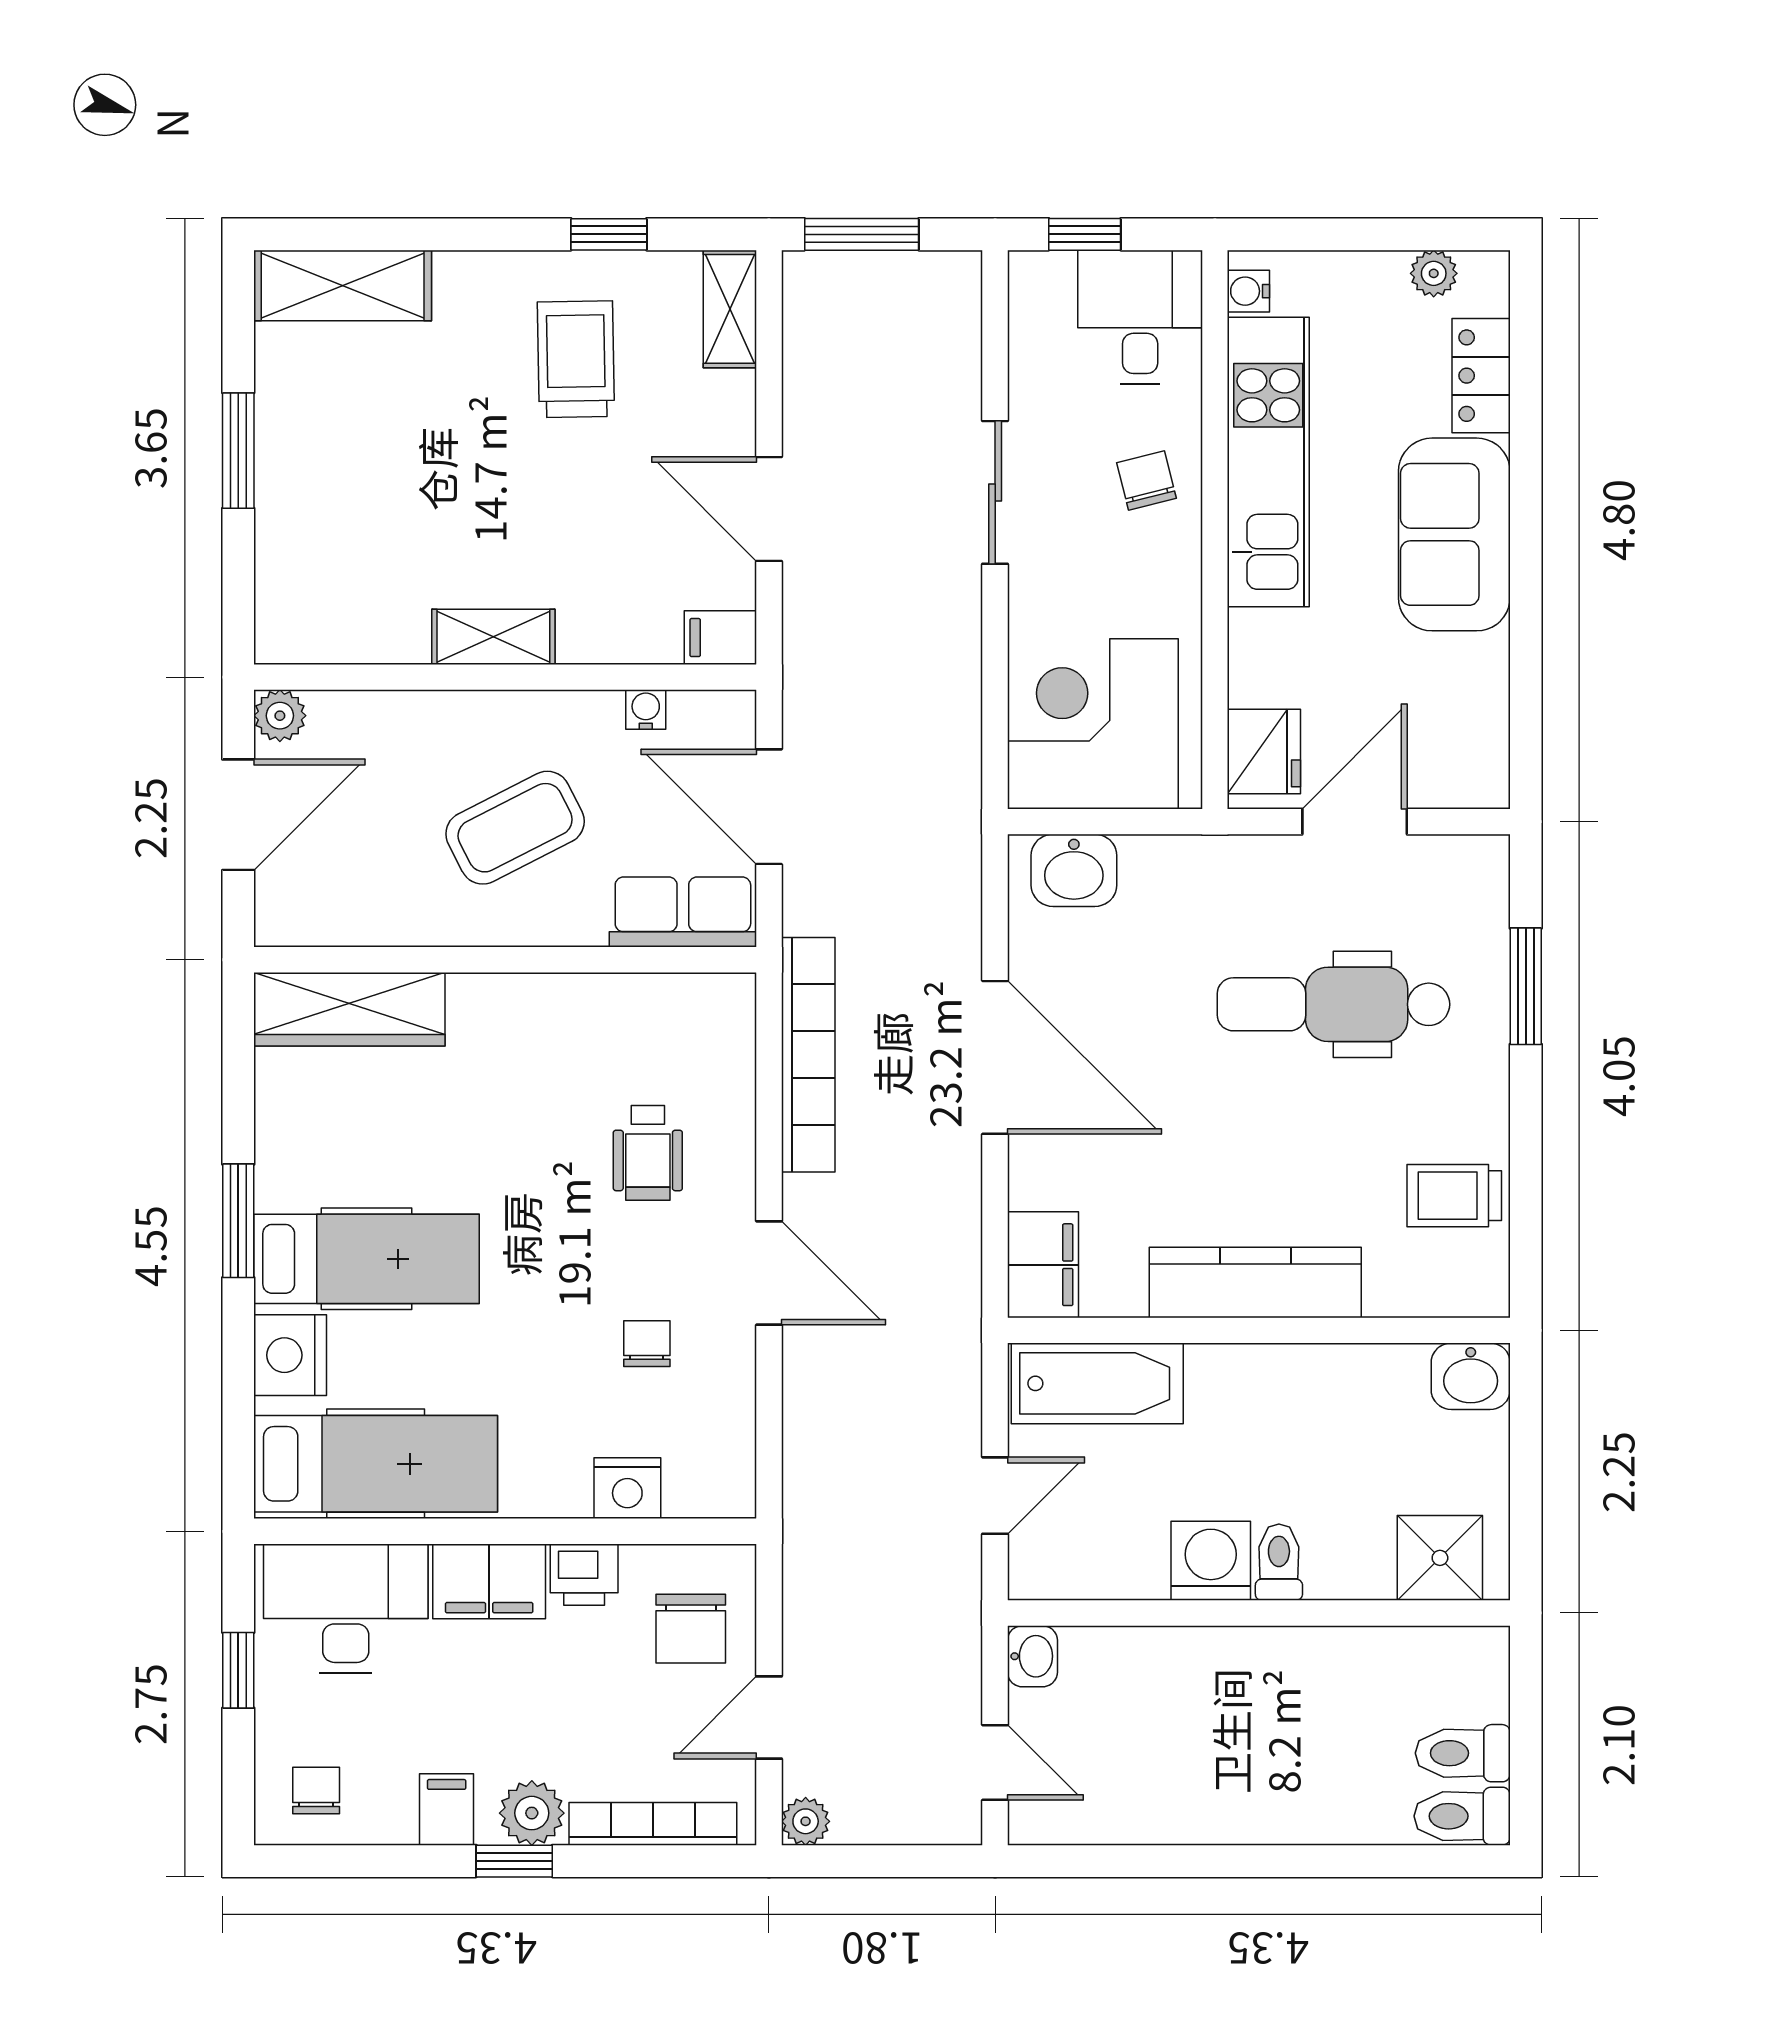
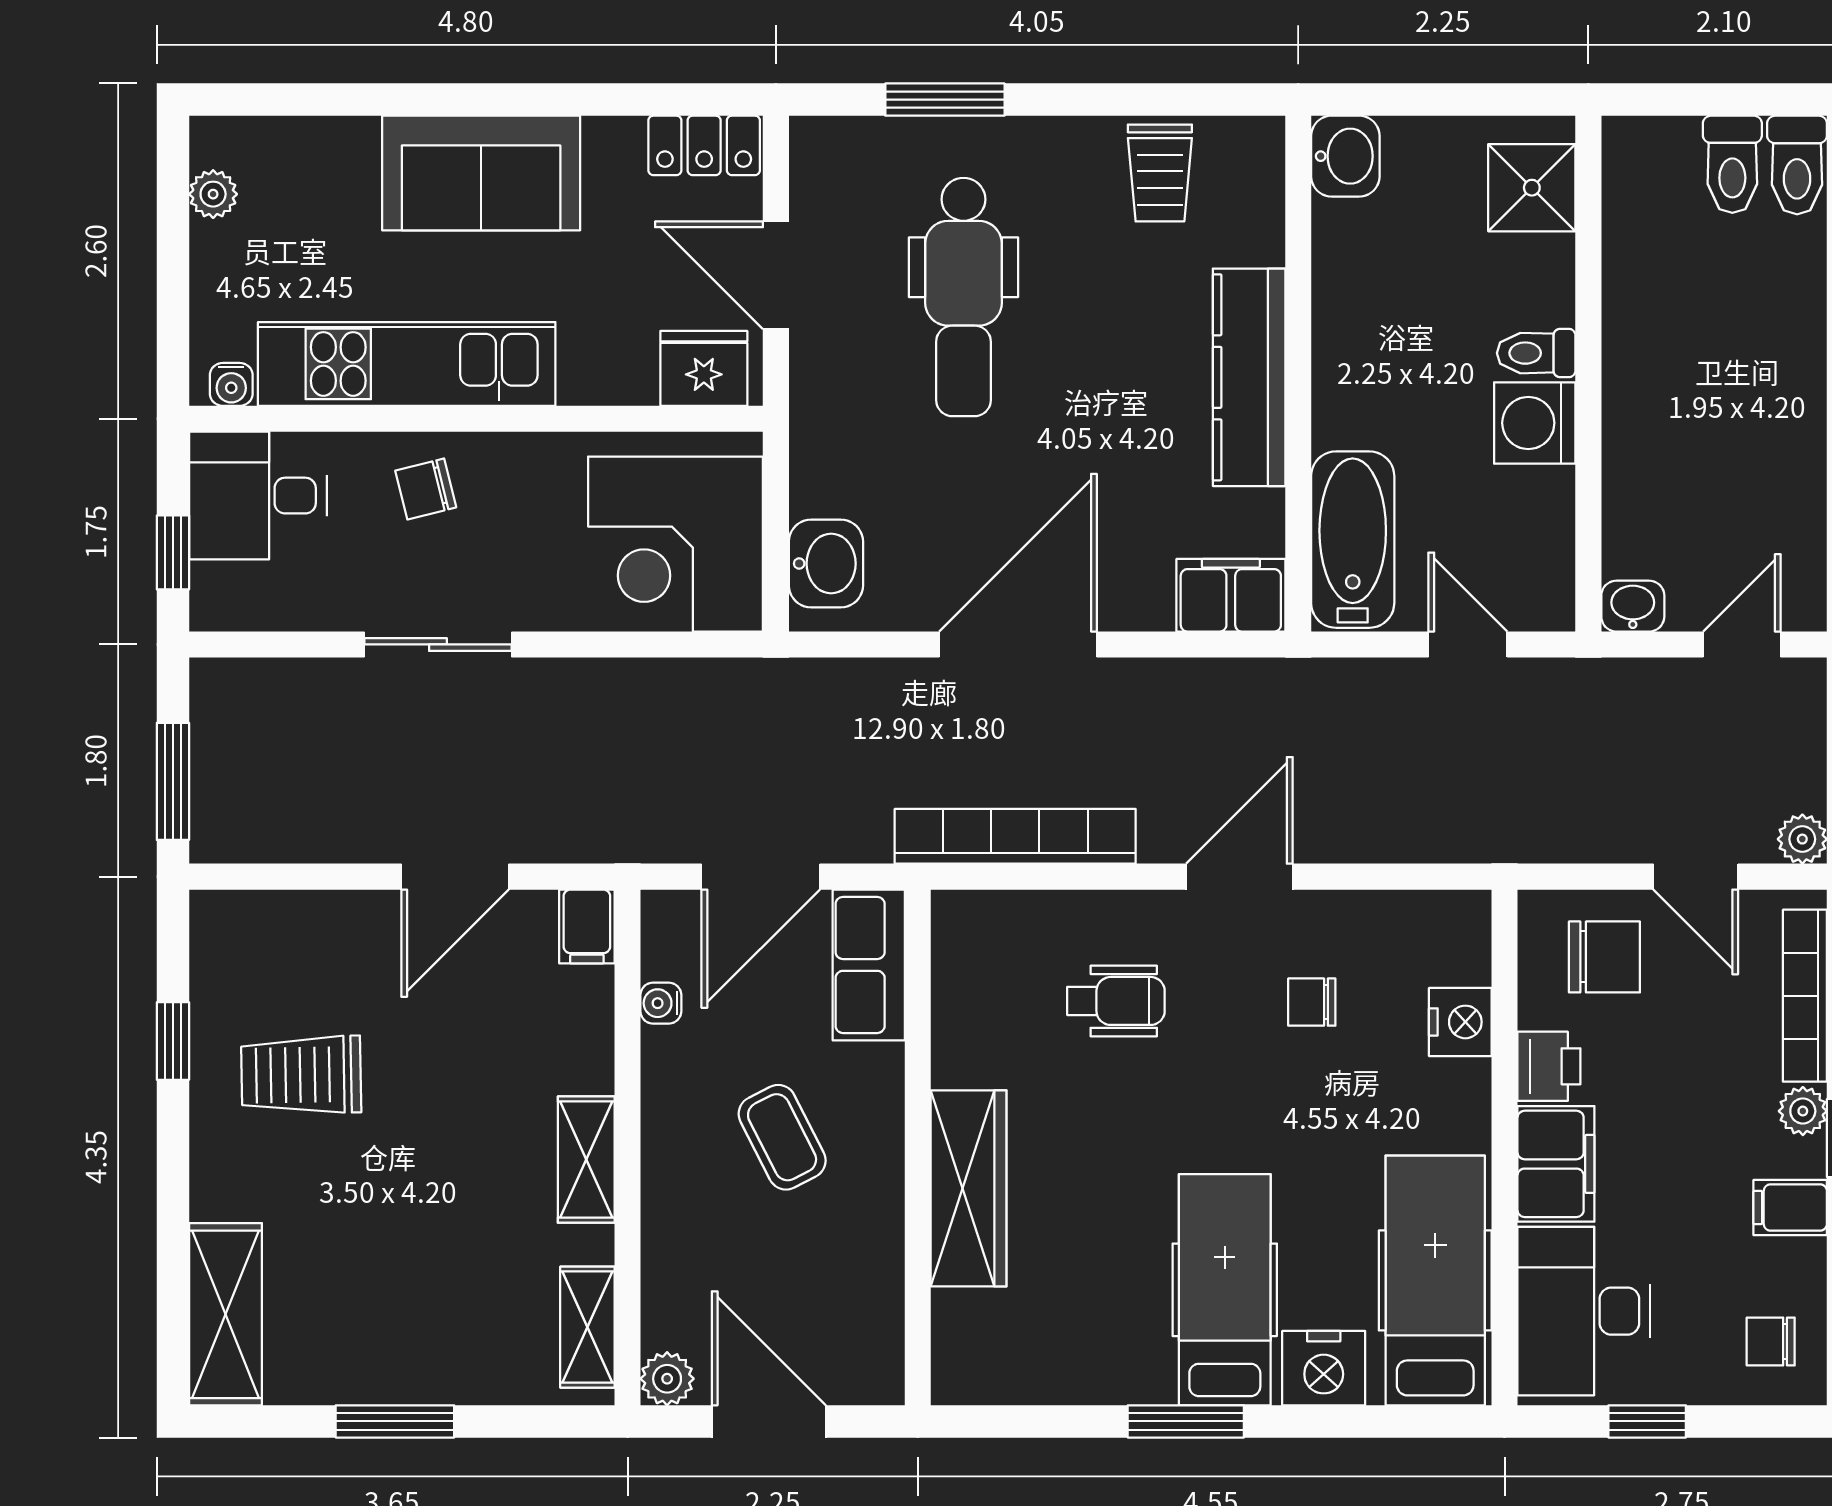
shelving: (730, 309) -> (587, 1327), moved, turned 90
locker: (1481, 376) -> (704, 145), moved
coffee table: (515, 828) -> (782, 1137), width x0.73, depth x0.77
wardrobe: (349, 1009) -> (969, 1188), moved
plant: (532, 1813) -> (1803, 1111), width x0.73, depth x0.73

